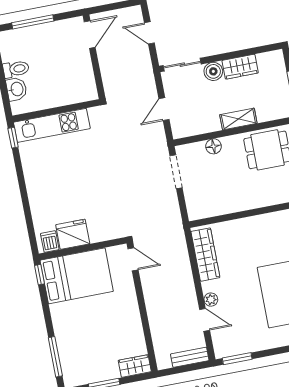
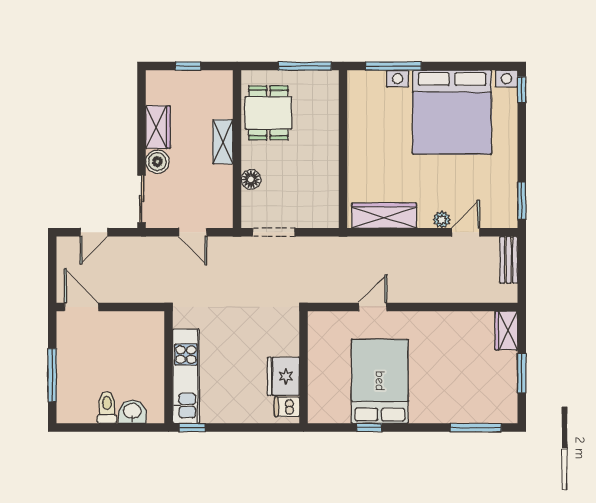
fridge: (73, 234) -> (283, 376), moved
dishwasher: (50, 242) -> (287, 407), moved
wall: (83, 249) -> (304, 367), moved

